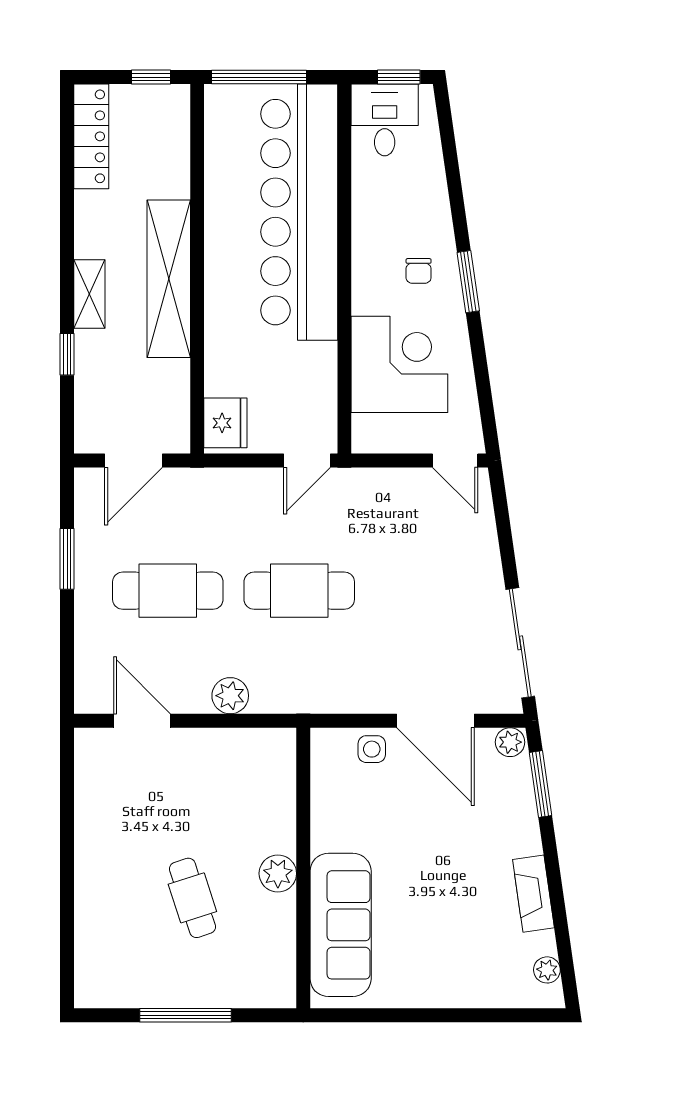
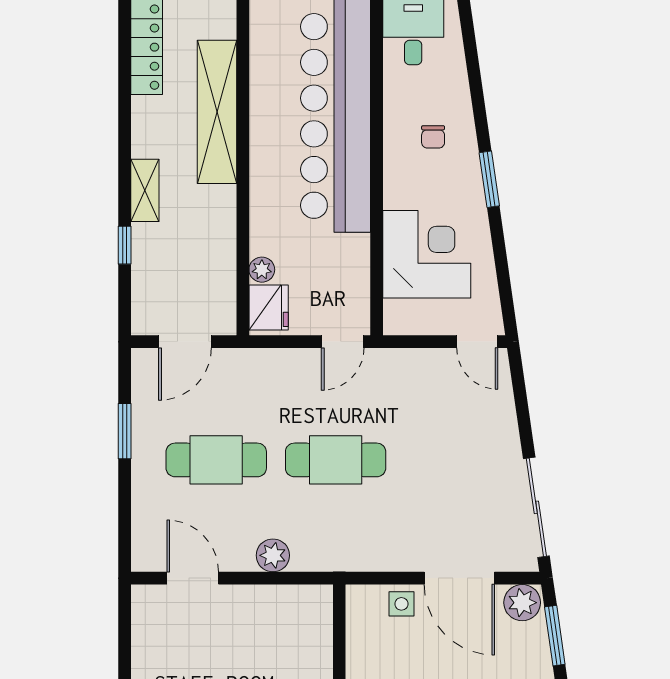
chair: (419, 271) -> (433, 137), moved
shelving: (169, 279) -> (217, 112), moved
plant: (218, 381) -> (262, 270), added
plant: (510, 742) -> (522, 603), width x1.38, depth x1.38

